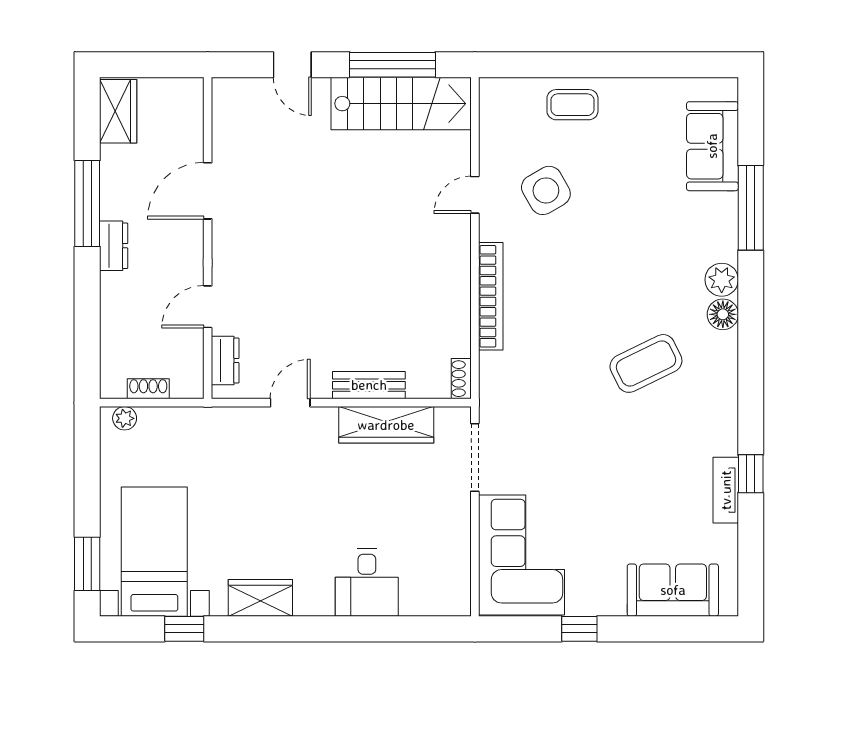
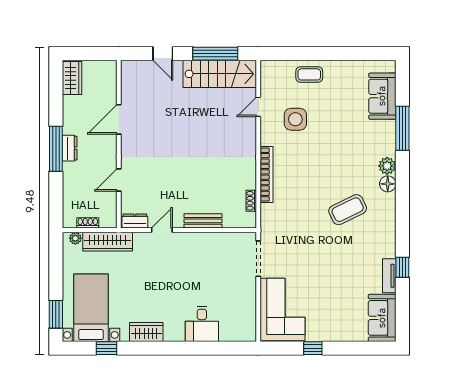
side table: (546, 190) -> (295, 119), turned 30
door: (475, 195) -> (258, 107), moved
window: (87, 203) -> (56, 149), moved
dresser: (225, 361) -> (135, 221), moved, turned -90
shoe rack: (461, 379) -> (251, 201), moved
wardrobe: (386, 425) -> (108, 242), moved
sofa: (673, 590) -> (382, 318), moved, turned -90

